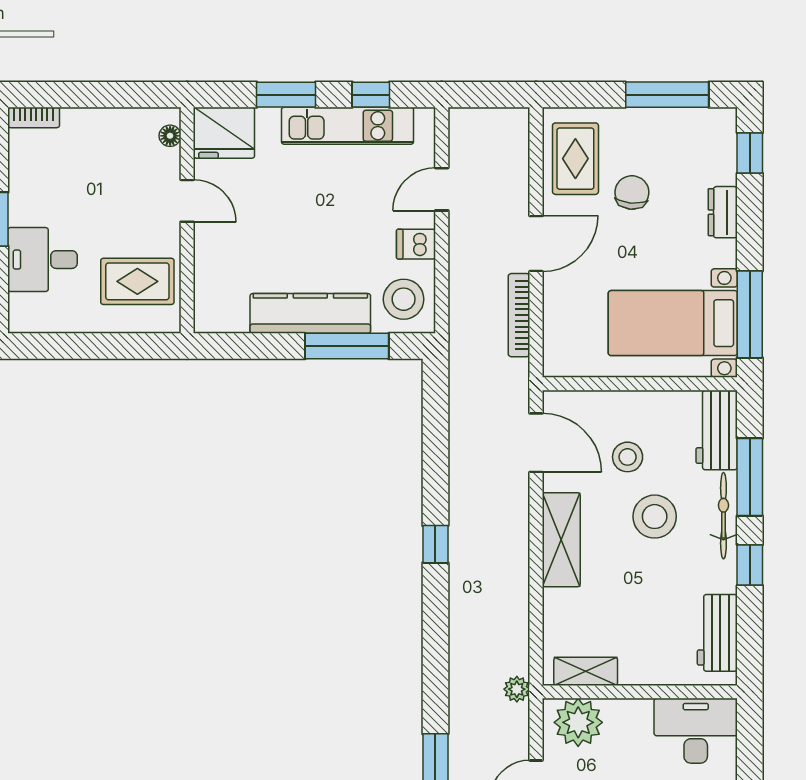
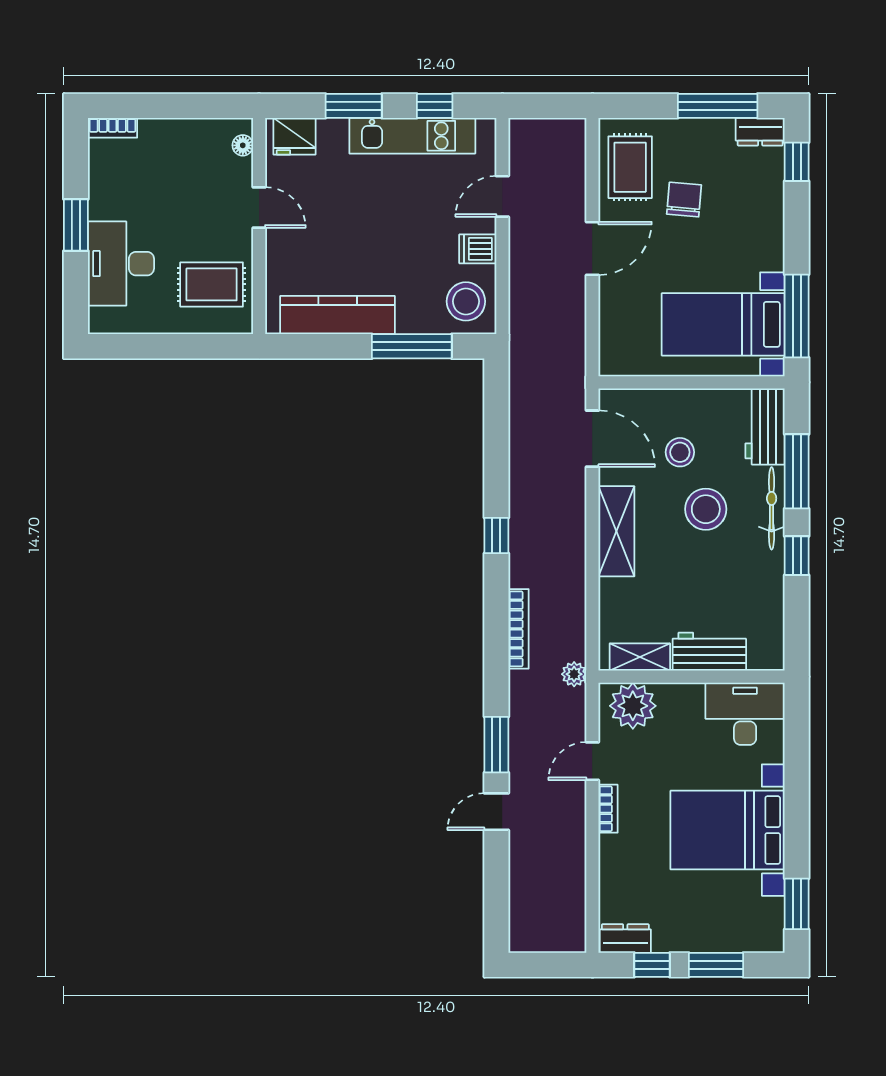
fridge: (224, 133) -> (294, 136), width x0.73, depth x0.75
dresser: (723, 212) -> (760, 132), moved, turned -90
desk: (43, 260) -> (121, 264), width x1.37
kitchen counter: (310, 313) -> (337, 315), moved
bookcase: (519, 315) -> (519, 629), moved, turned 180
workbench: (717, 633) -> (709, 652), moved, turned 90

